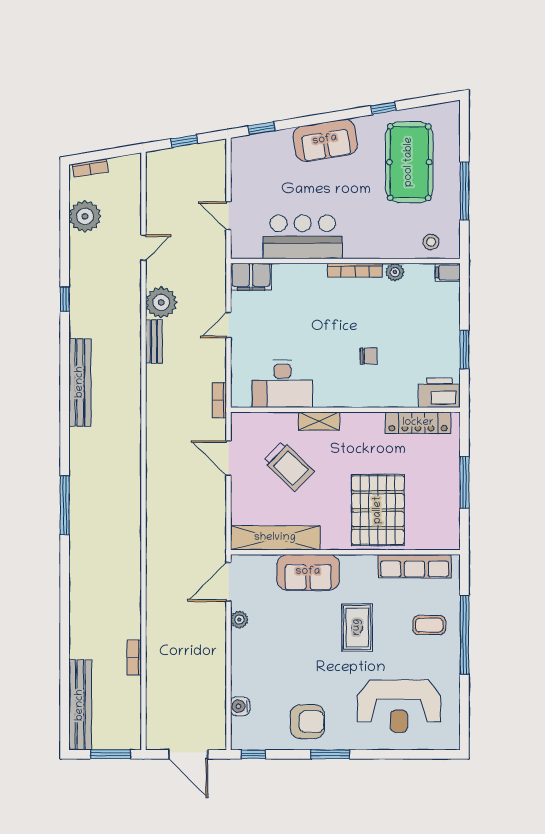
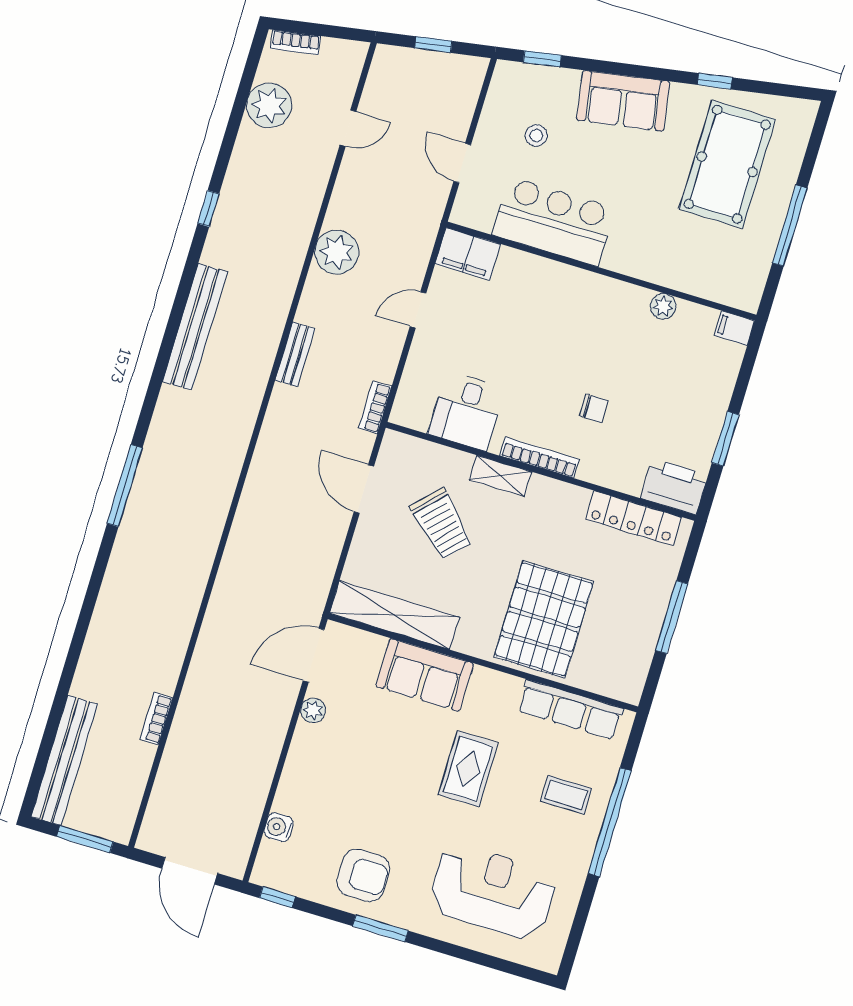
stool: (431, 242) -> (536, 135), moved
door: (143, 248) -> (348, 128), moved
bookcase: (355, 270) -> (540, 458), moved, turned 180
bench: (154, 342) -> (295, 354), moved
desk: (282, 384) -> (467, 411), width x0.73
reception desk: (399, 706) -> (493, 891), turned 180

